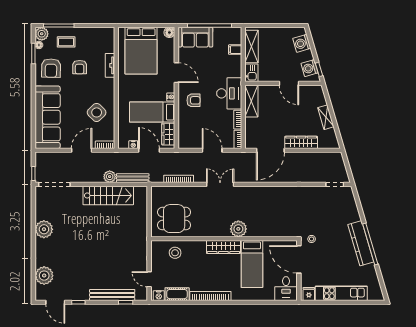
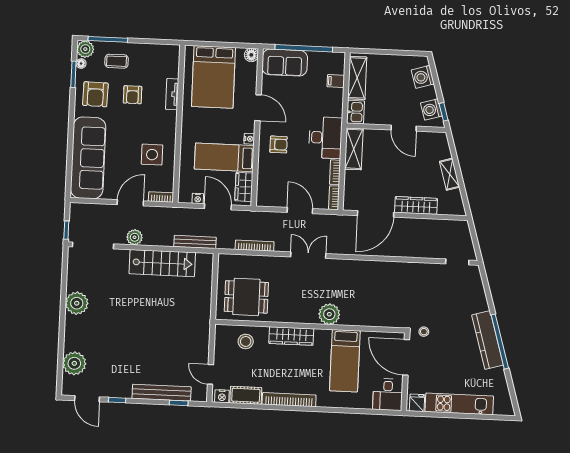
side table: (97, 112) -> (152, 155), turned 45
plant: (110, 177) -> (135, 237), moved
wardrobe: (223, 247) -> (291, 336), moved

